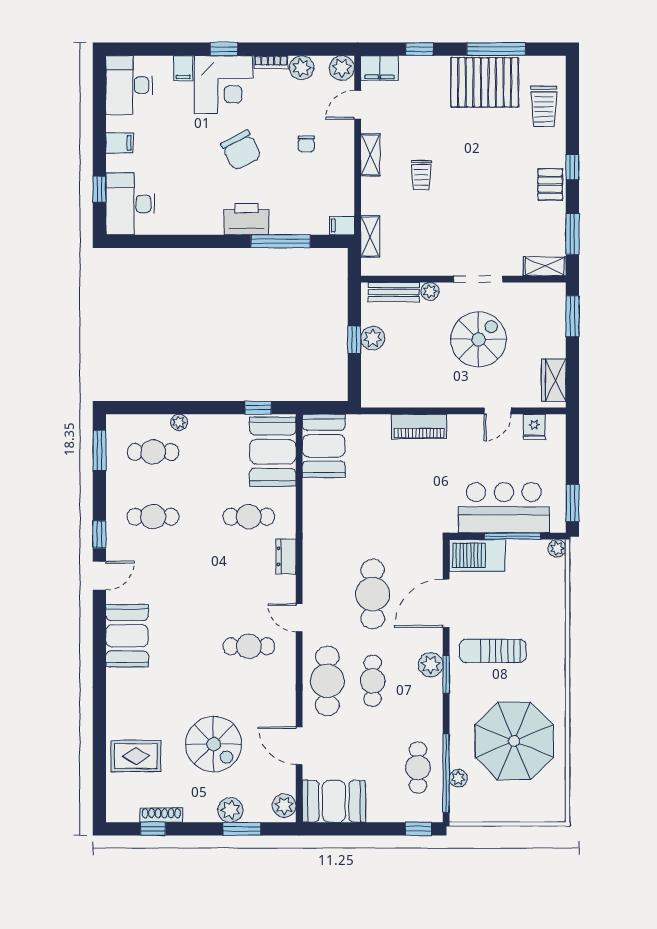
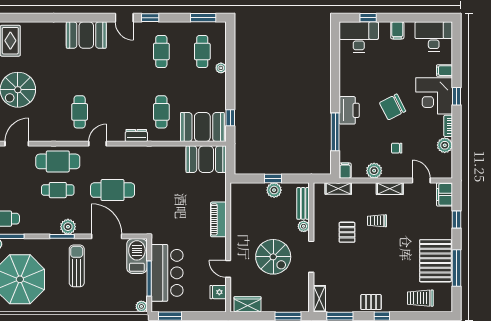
plant: (342, 68) -> (374, 171), moved
pallet: (439, 222) -> (347, 232), added

